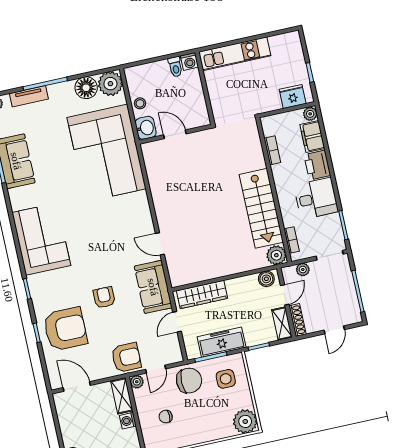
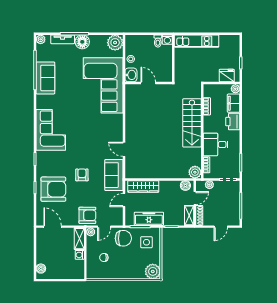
floor lamp: (86, 88) -> (82, 42), moved
desk: (316, 198) -> (216, 144), moved, turned 180
stairs: (261, 208) -> (192, 123), moved

